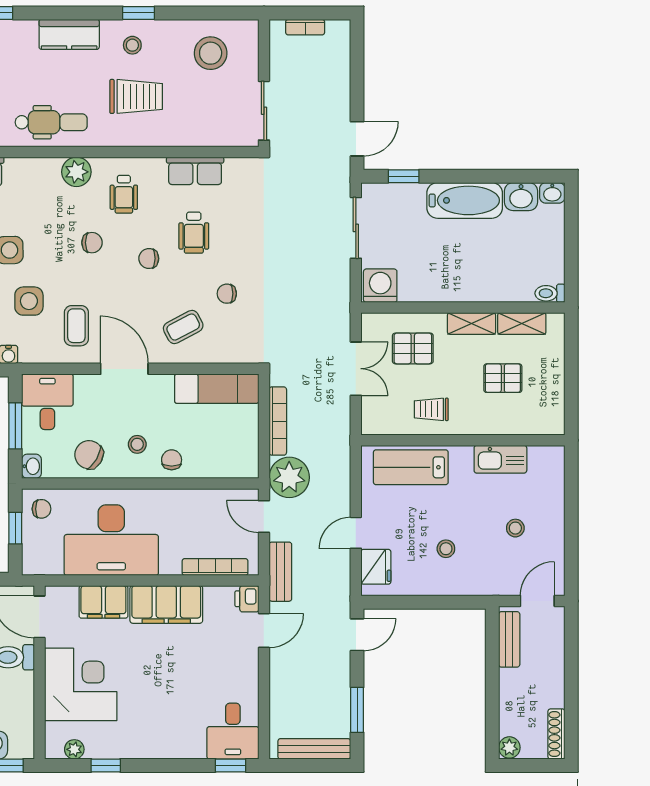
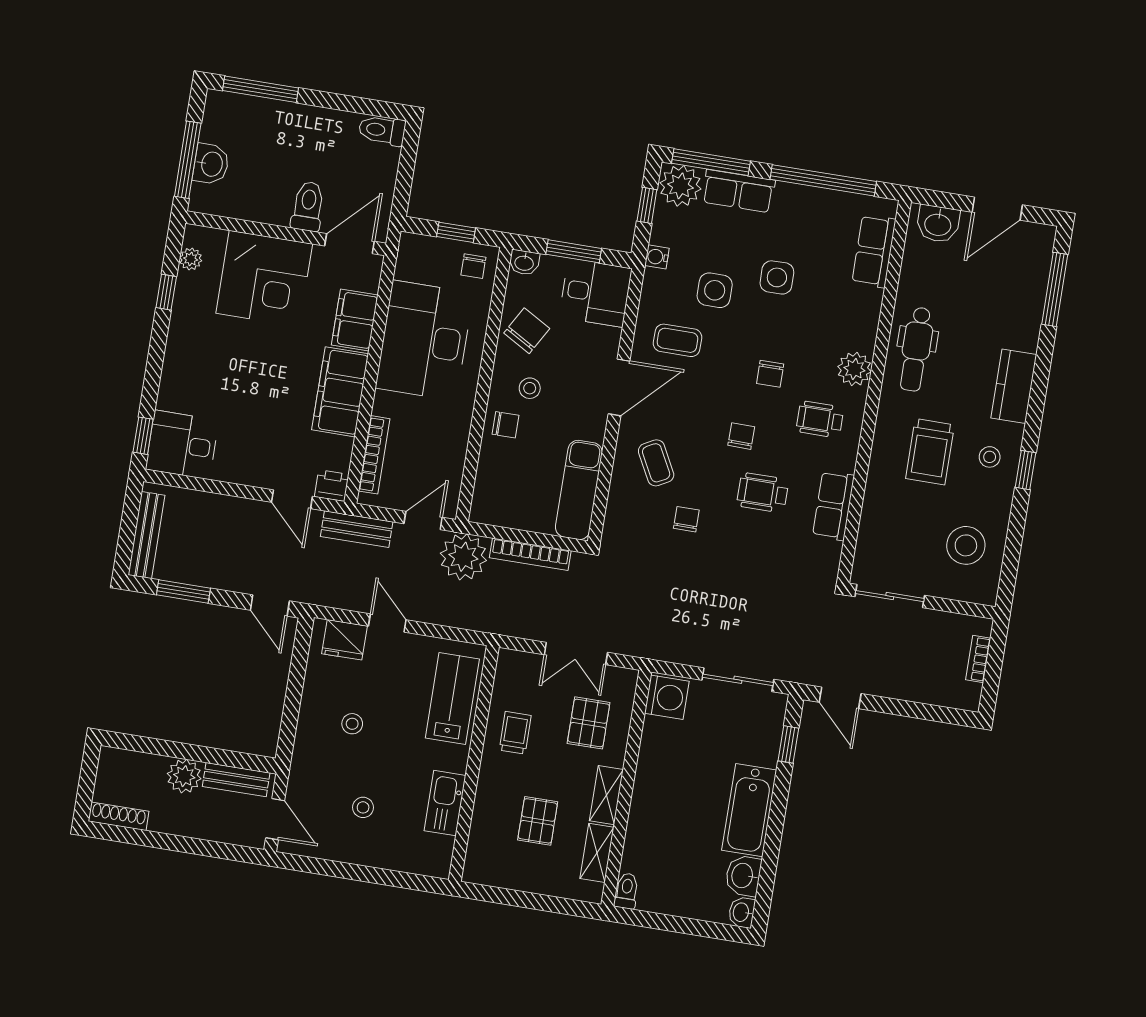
plant: (509, 747) -> (184, 776), moved, width x1.38, depth x1.38

